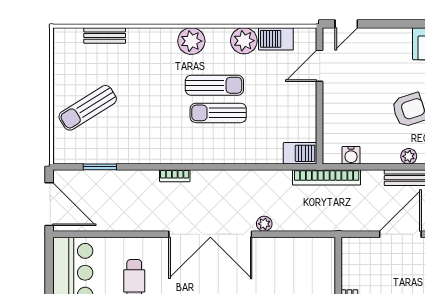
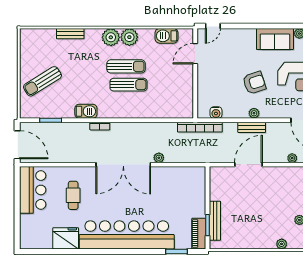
bench: (105, 36) -> (70, 34), moved
plant: (244, 41) -> (129, 37), moved
sun lounger: (218, 113) -> (128, 85), turned 180
barbecue: (300, 153) -> (86, 111), moved

